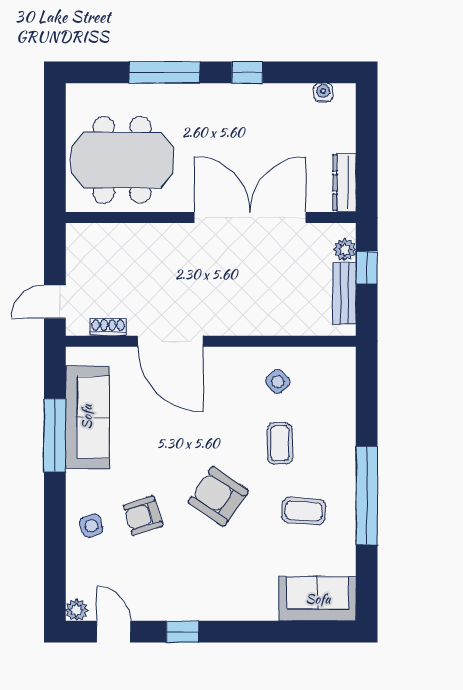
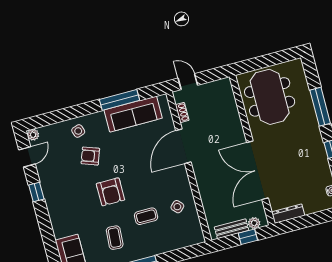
double door: (250, 218) -> (258, 170), swing flipped
armchair: (218, 496) -> (110, 192), turned 146
armchair: (143, 516) -> (90, 156), turned -52

